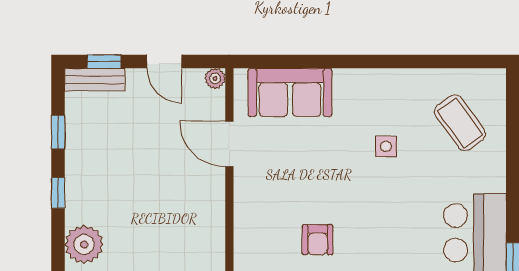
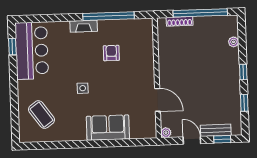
bench: (95, 80) -> (216, 130), moved
sofa: (290, 92) -> (108, 128), moved
side table: (386, 146) -> (83, 88), moved
plant: (84, 244) -> (234, 42), width x0.53, depth x0.53

